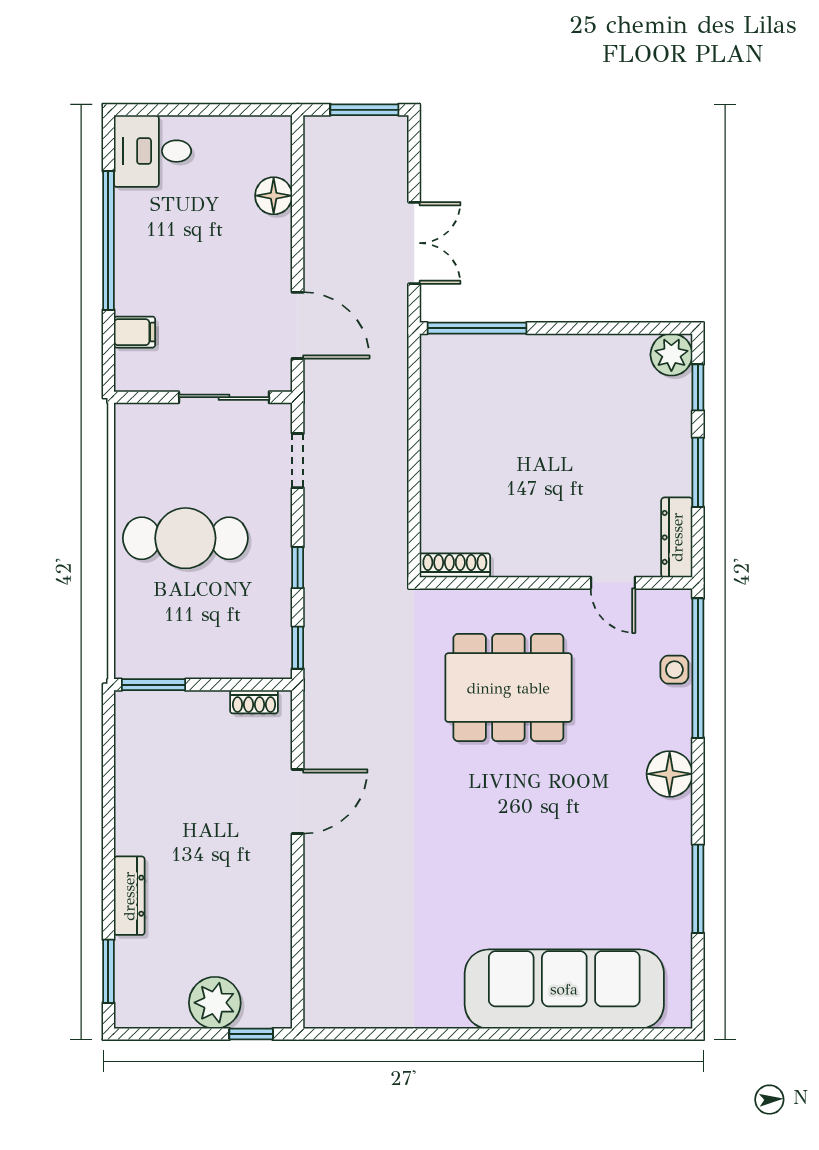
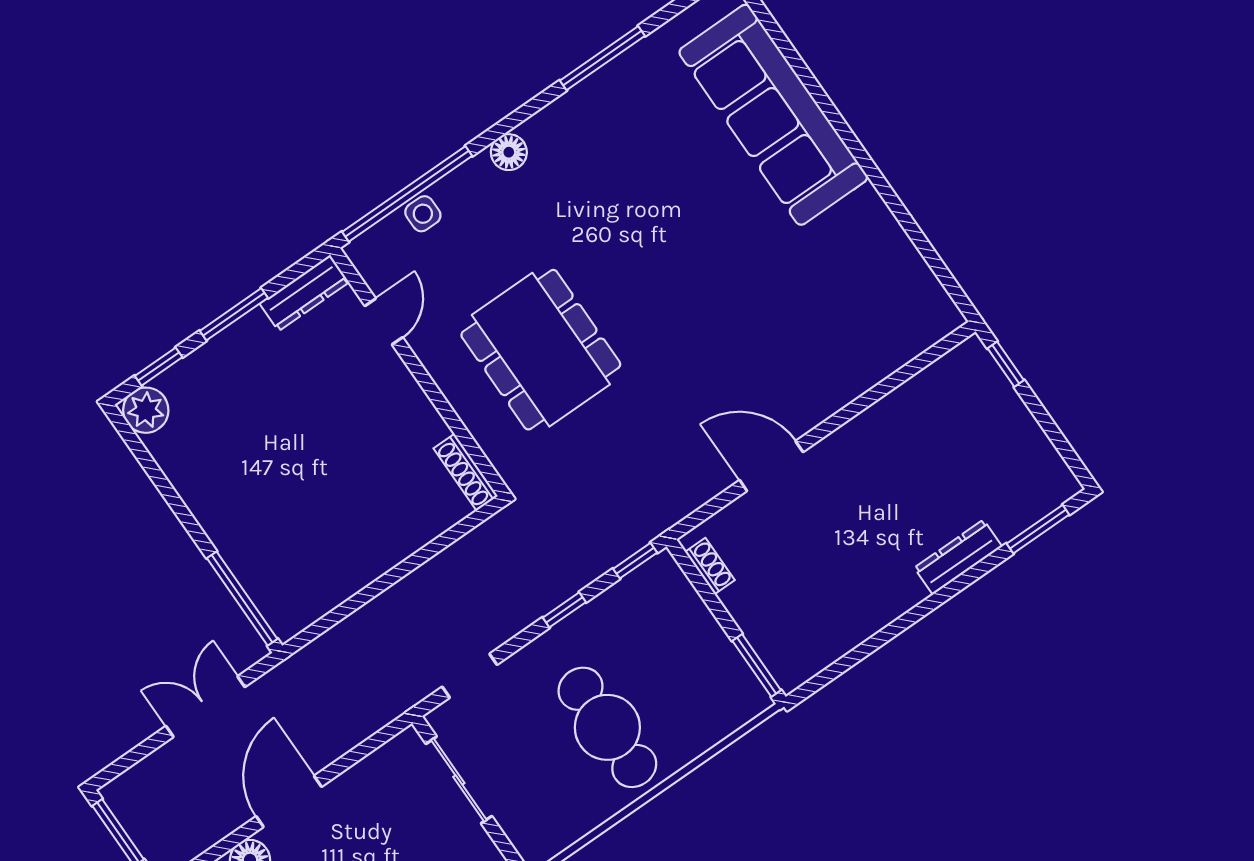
door: (298, 325) -> (289, 801), moved
floor lamp: (670, 774) -> (509, 152), width x0.73, depth x0.73
plant: (215, 1003) -> (1000, 416), removed

